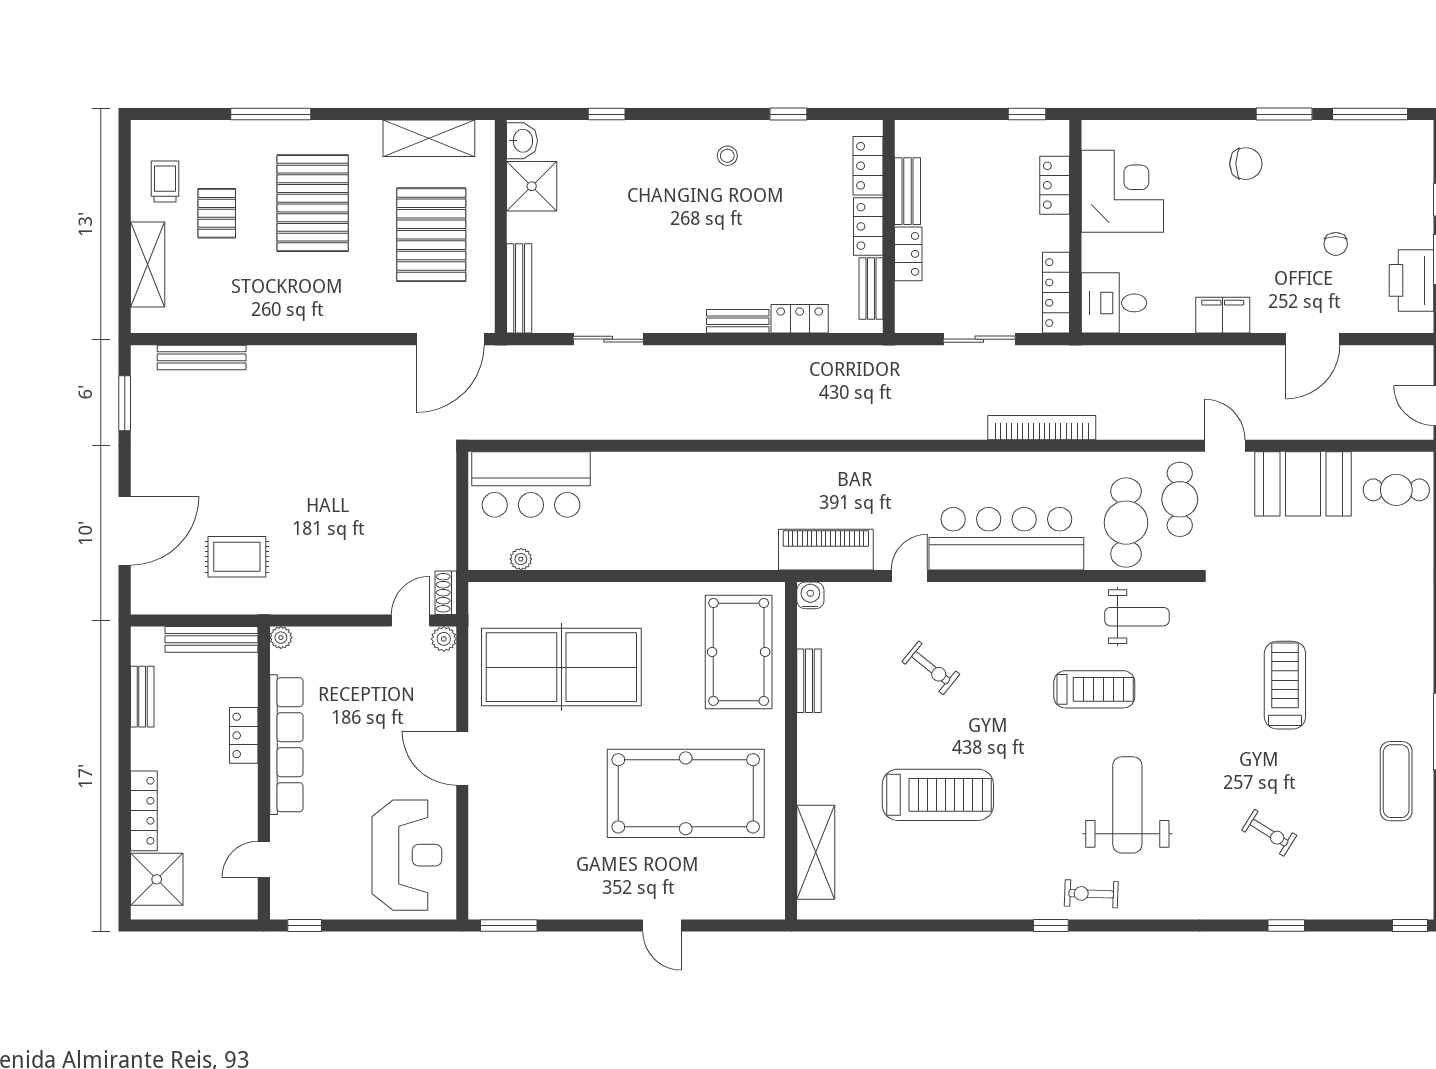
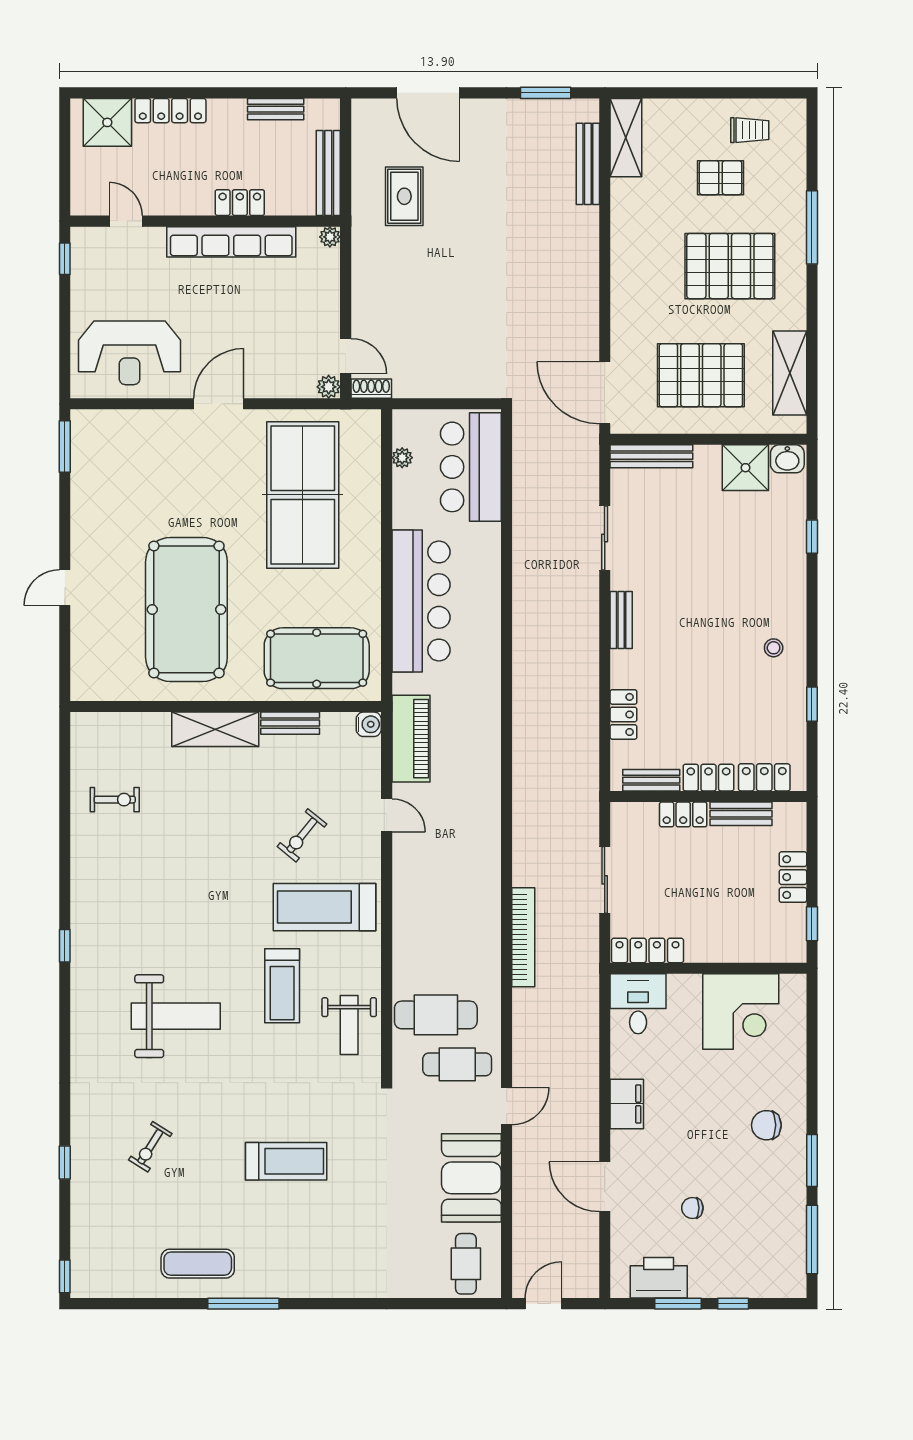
chair: (1246, 164) -> (766, 1125), turned 90
locker: (1055, 185) -> (793, 877), moved, turned -90
shelving: (148, 264) -> (626, 138), moved, turned 90
bench: (738, 321) -> (621, 620), moved
bar counter: (1006, 539) -> (421, 601), moved
treadmill: (938, 795) -> (325, 907), moved, turned 90
shelving: (816, 852) -> (215, 729), moved
exercise bike: (1091, 894) -> (115, 800), moved, turned 88

